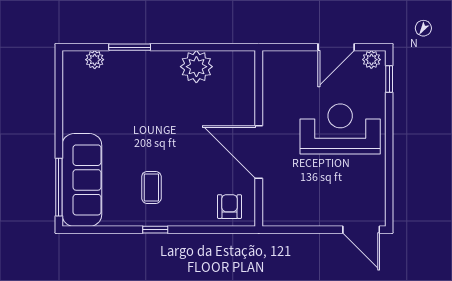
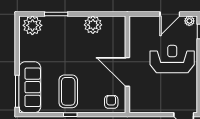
plant: (95, 60) -> (32, 25), width x1.87, depth x1.87
coffee table: (151, 187) -> (68, 91), width x1.86, depth x1.72

